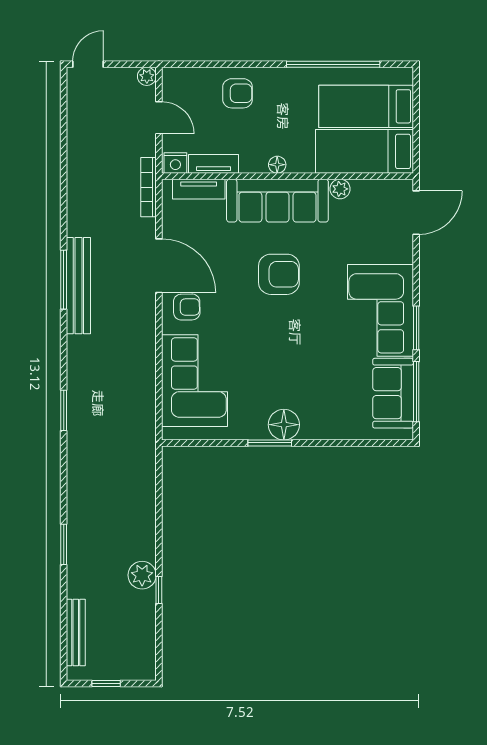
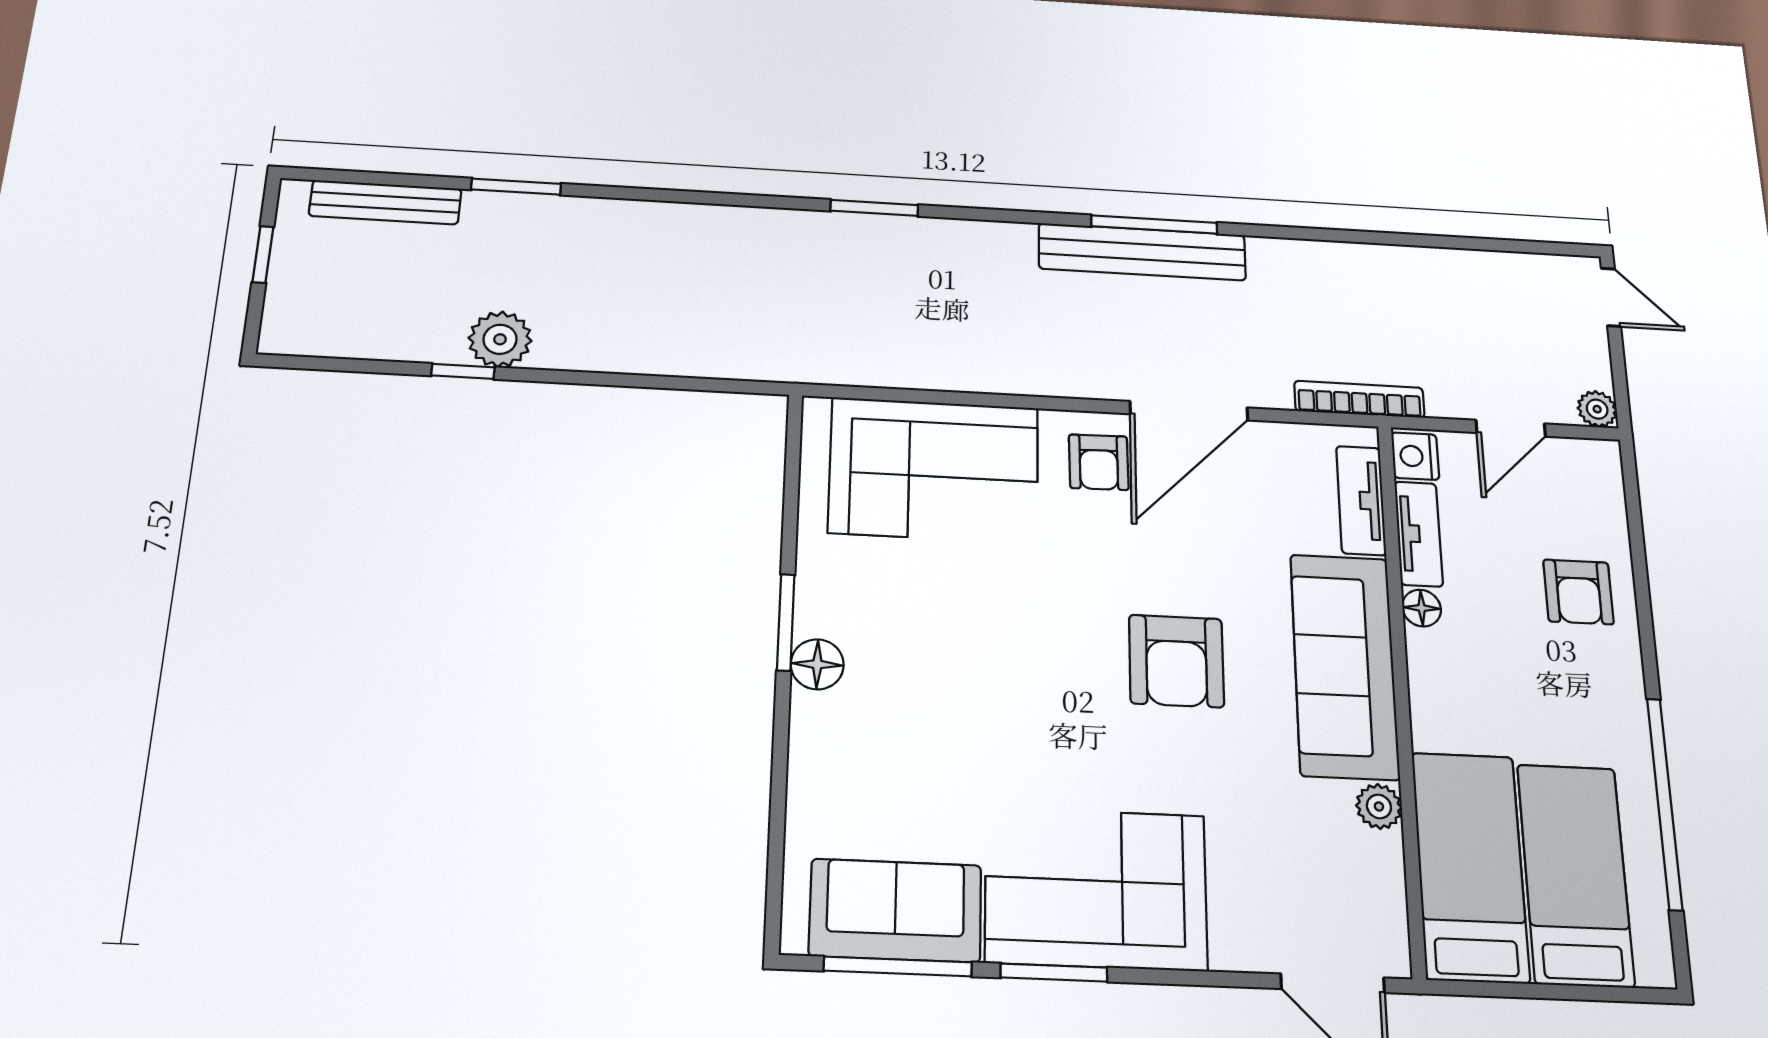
floor lamp: (277, 165) -> (1422, 608), moved
floor lamp: (284, 425) -> (817, 664), width x0.73, depth x0.73
window: (64, 544) -> (516, 187), moved

